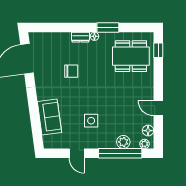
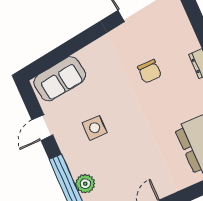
sofa: (49, 117) -> (60, 79), moved

